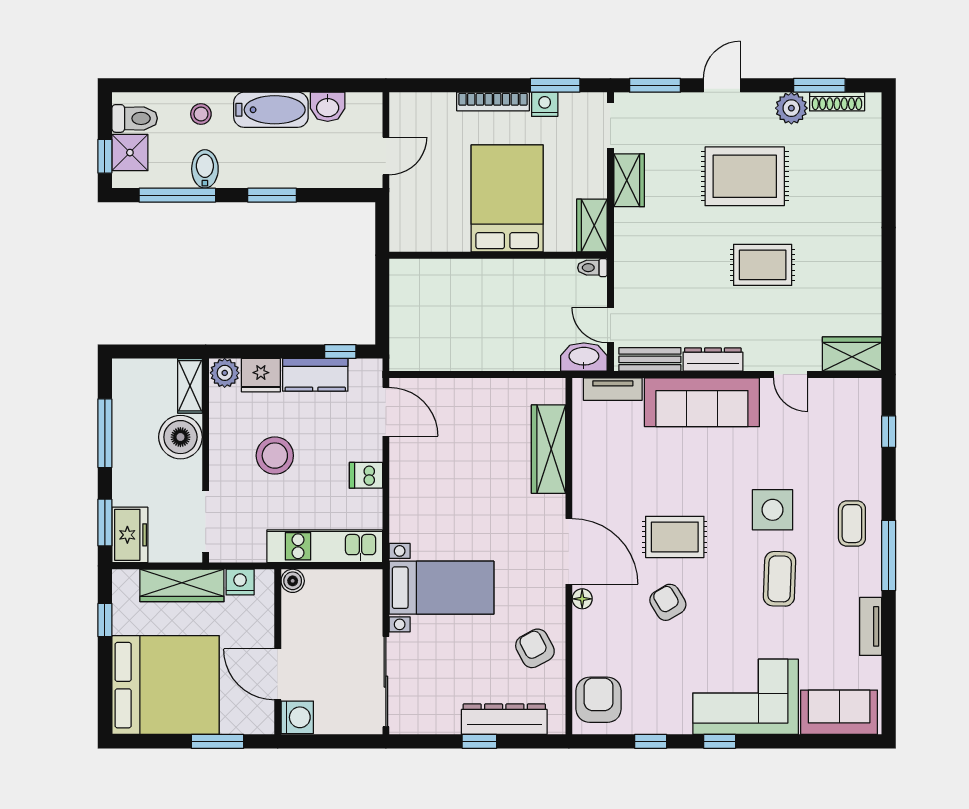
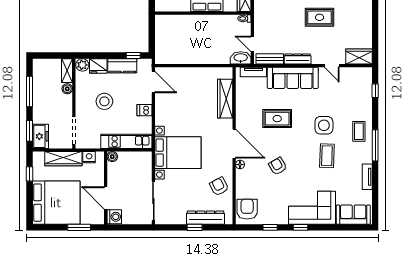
boiler: (180, 437) -> (67, 89), width x0.54, depth x0.54
rug: (675, 537) -> (277, 119), moved
bed with nightstands: (441, 588) -> (178, 153), width x1.36

